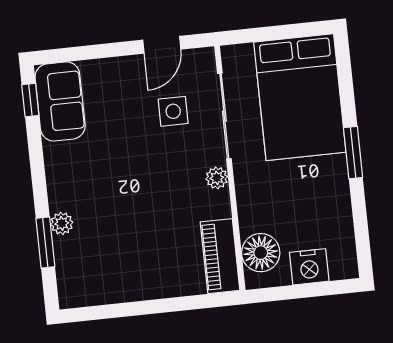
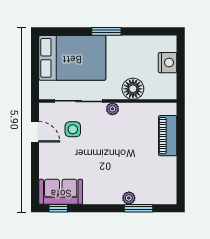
floor lamp: (261, 253) -> (133, 89), moved
piano: (220, 256) -> (168, 136), moved, turned 90

